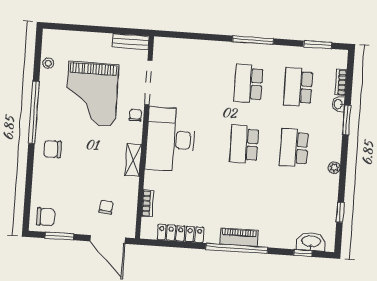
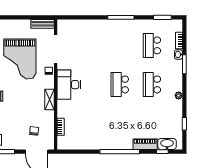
school desk: (248, 84) -> (120, 45), removed
desk: (170, 139) -> (69, 85), width x0.73, depth x0.77
locker: (180, 233) -> (83, 145), removed
piano: (239, 237) -> (145, 144), moved

